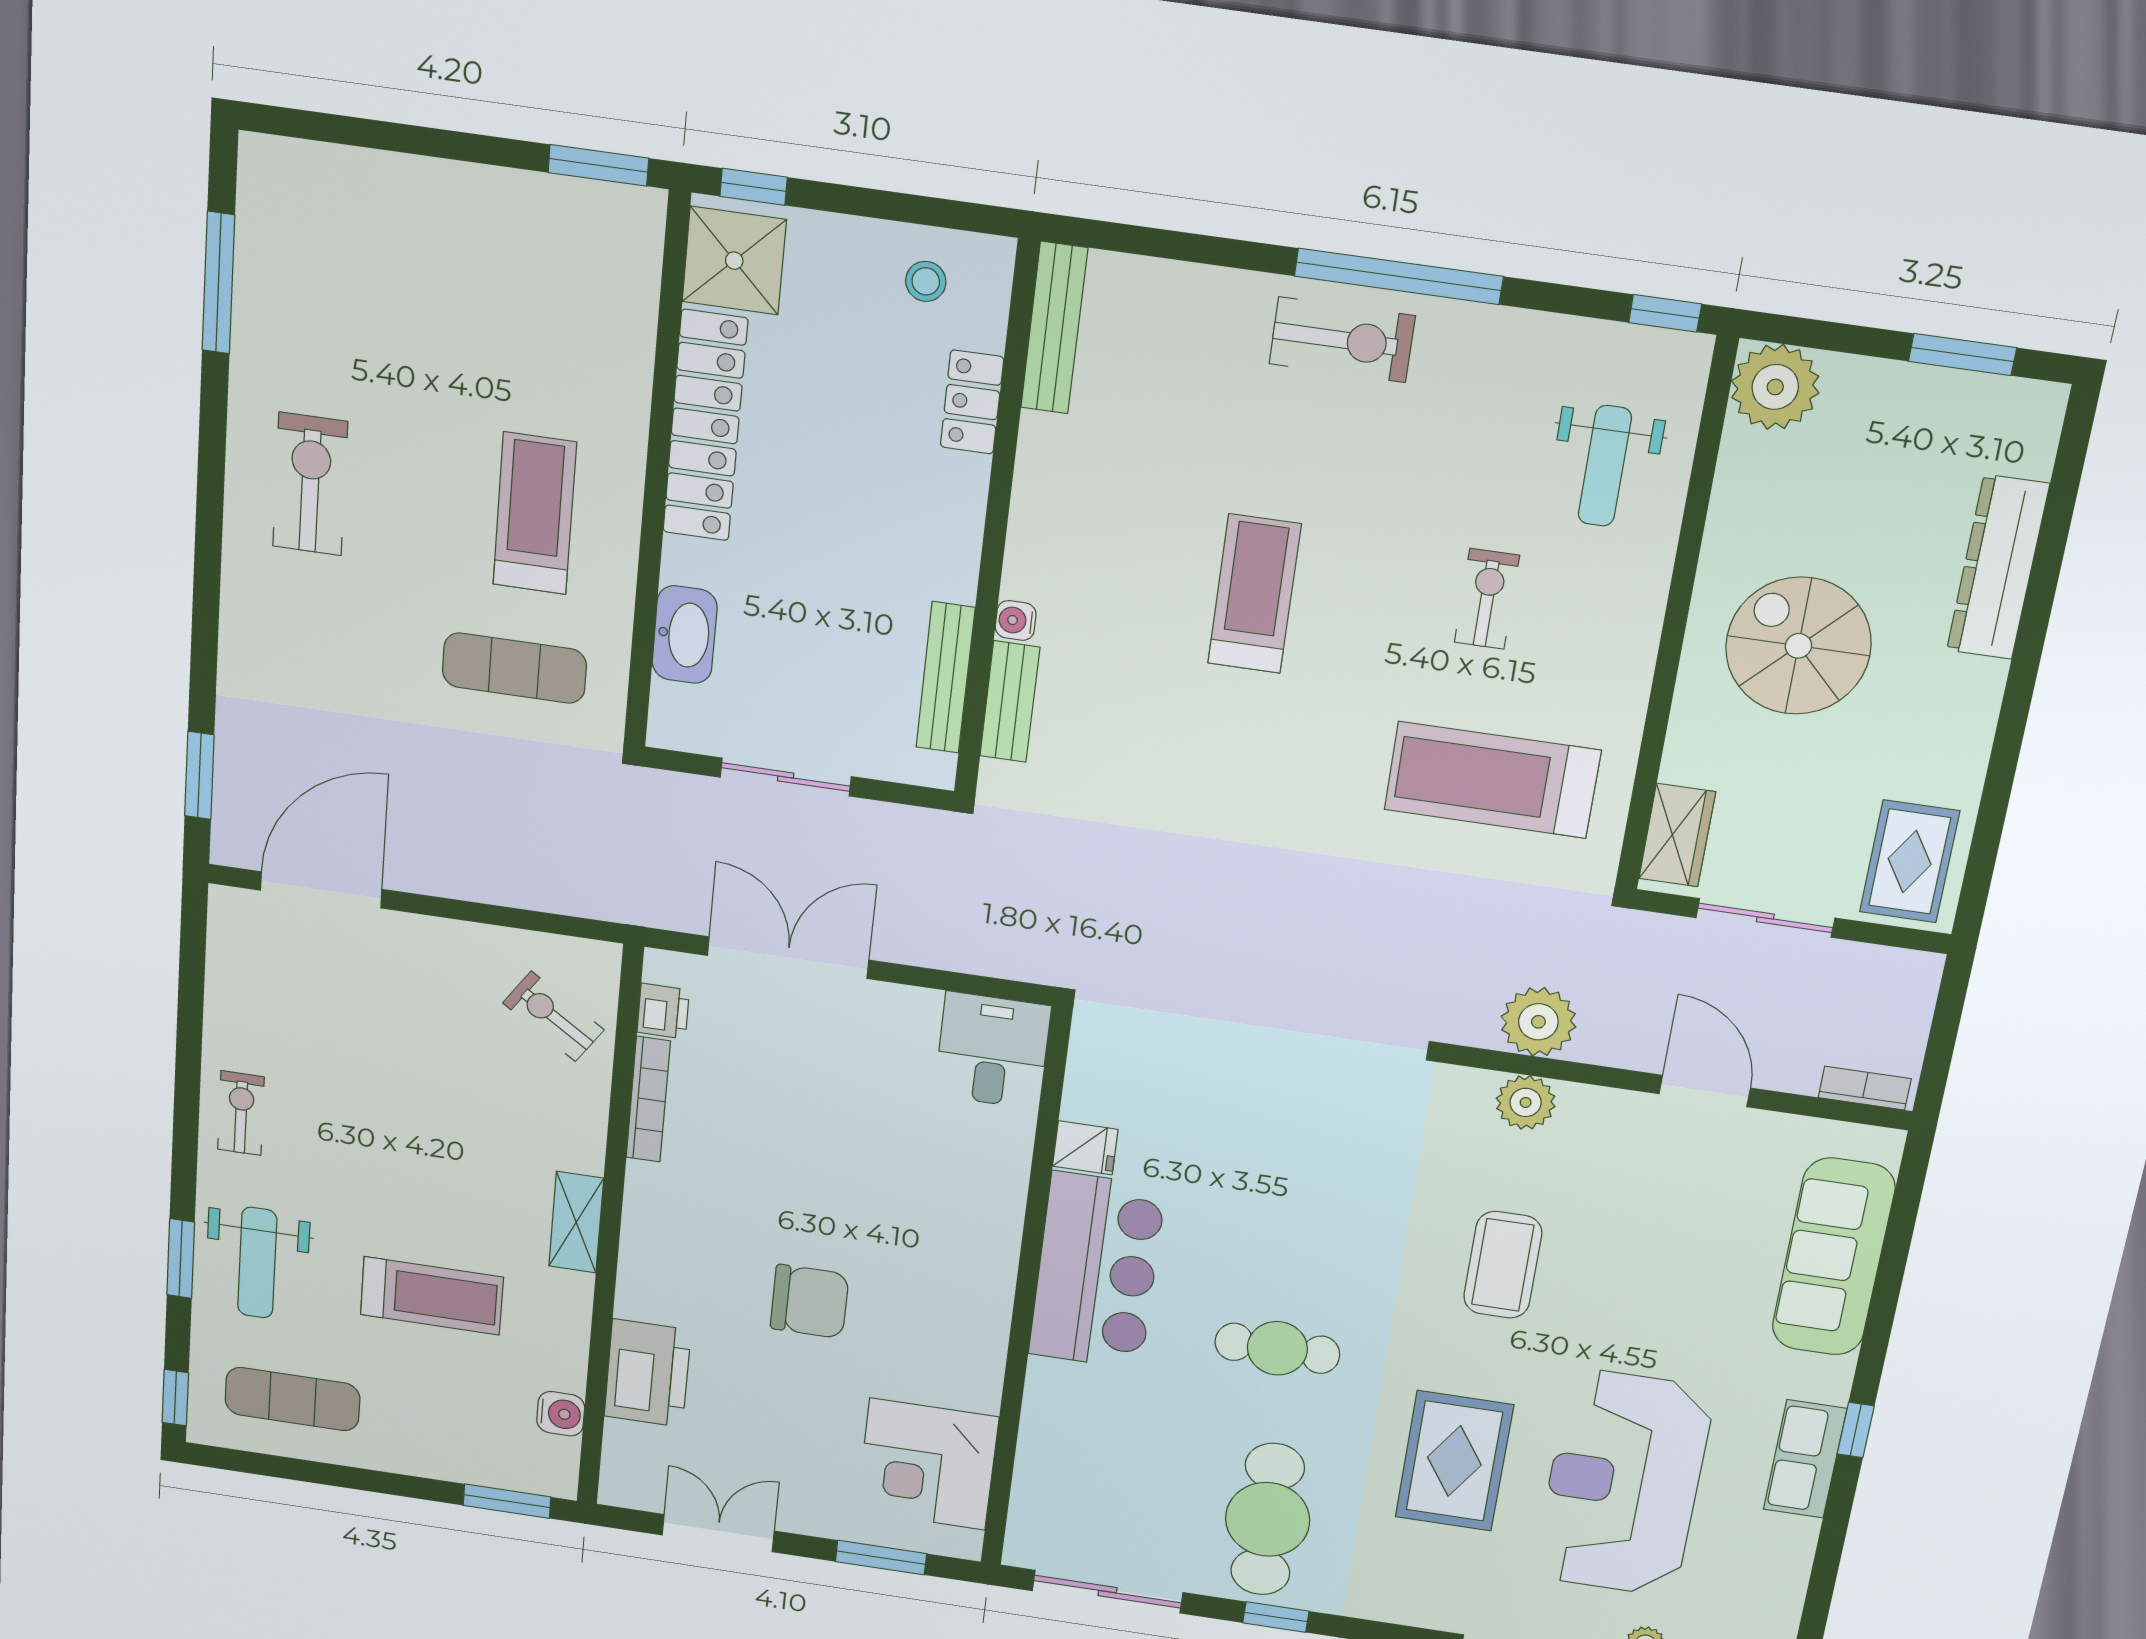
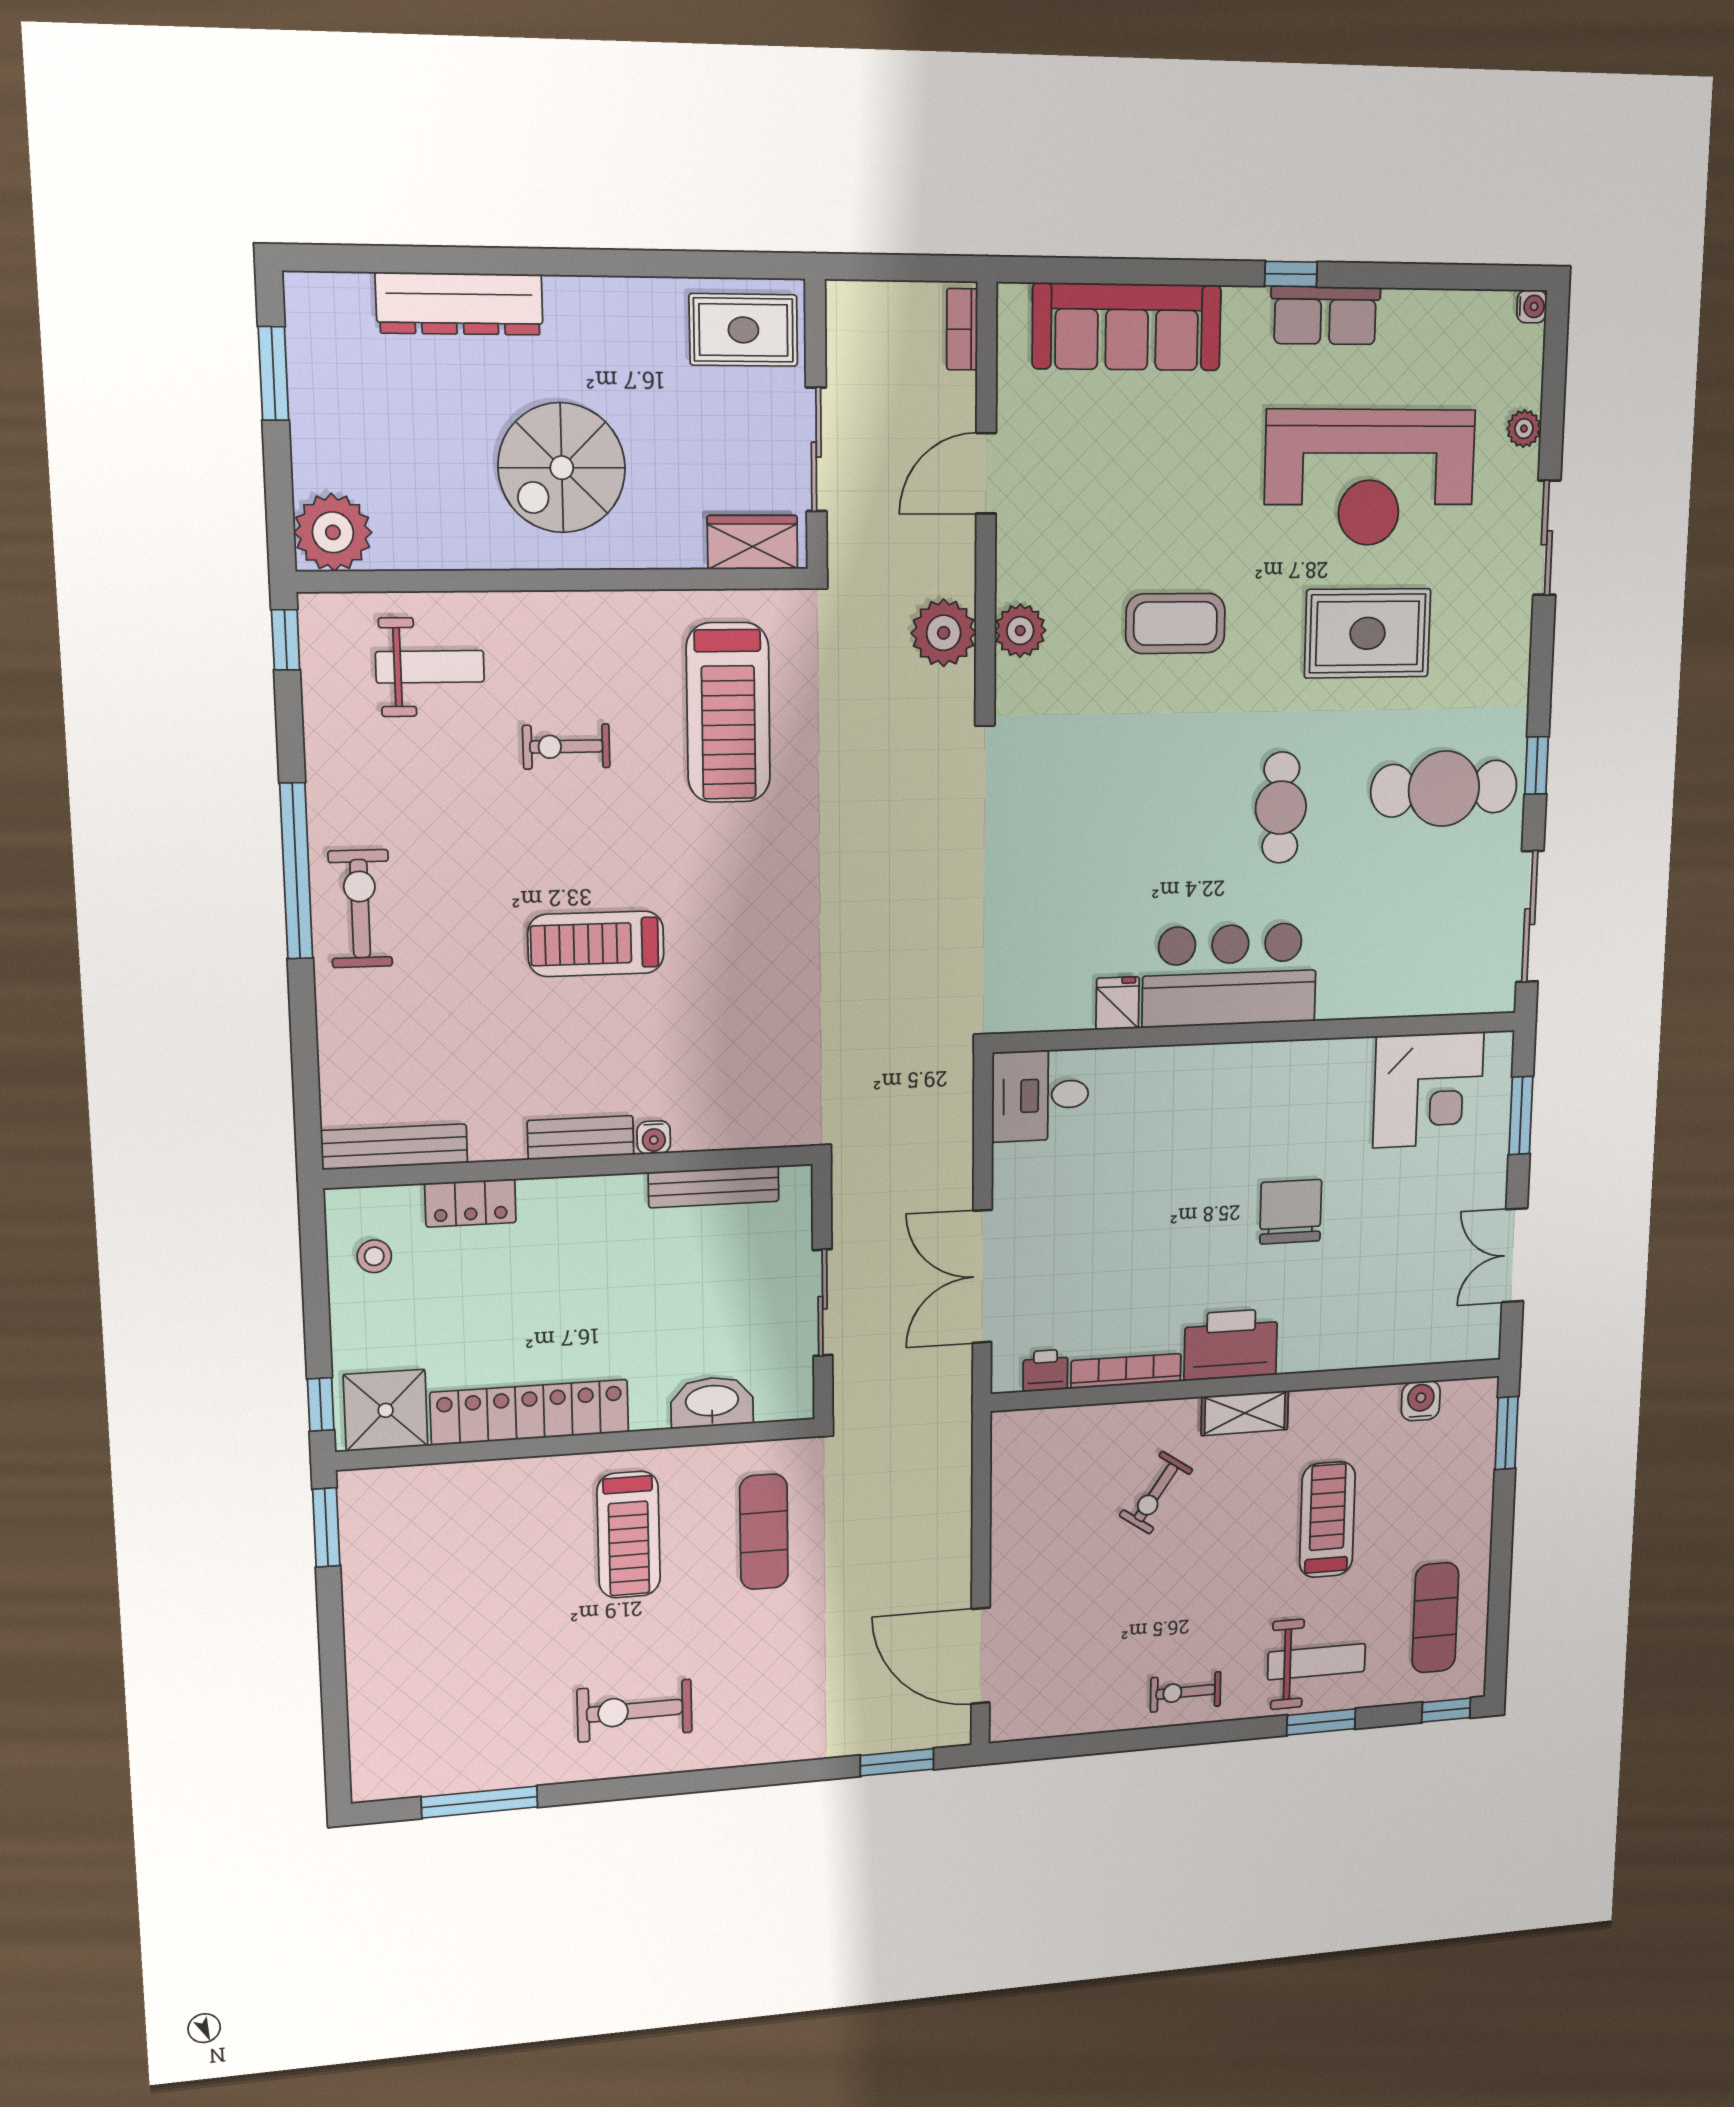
treadmill: (535, 513) -> (629, 1535), turned -90
bench: (1010, 702) -> (581, 1138), moved
exercise bike: (553, 1016) -> (1156, 1493), moved
printer: (648, 1373) -> (1231, 1345), moved

